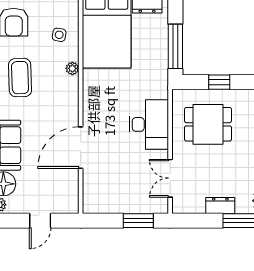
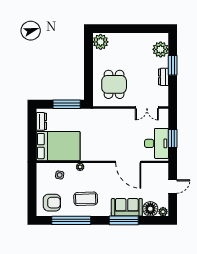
window: (219, 82) -> (88, 78), removed
desk: (149, 124) -> (157, 143), moved, turned 90
door: (40, 221) -> (173, 186), hinge flipped
window: (138, 221) -> (173, 138), moved

